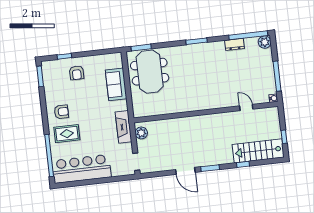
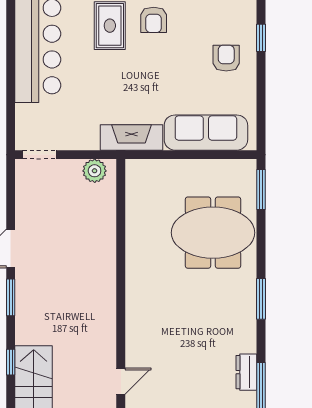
meeting table: (150, 72) -> (213, 233), moved
armchair: (77, 73) -> (226, 58), turned 90
sofa: (116, 84) -> (206, 133), width x1.36
fireplace: (123, 127) -> (131, 137), moved

